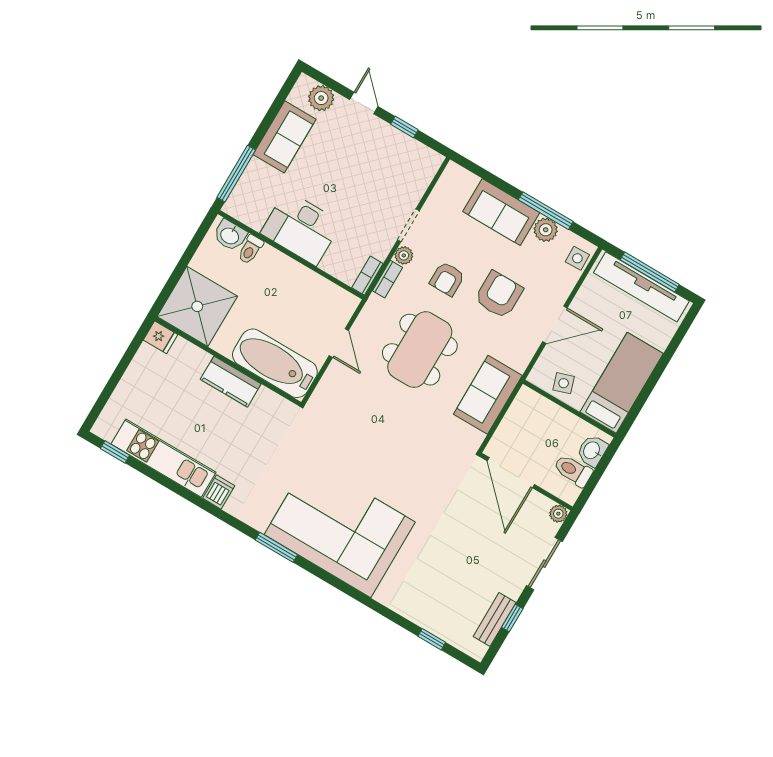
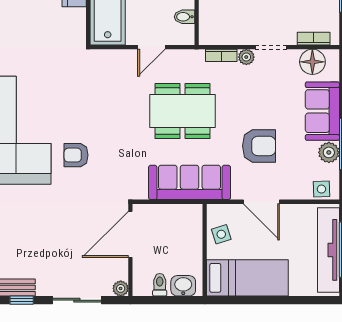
floor lamp: (447, 193) -> (312, 62), added
bookcase: (367, 276) -> (314, 39), moved
armchair: (447, 279) -> (76, 155), moved
bidet: (328, 293) -> (184, 17), added
sofa: (488, 395) -> (190, 182), width x1.36
toilet: (573, 471) -> (160, 285), width x0.73, depth x0.72

